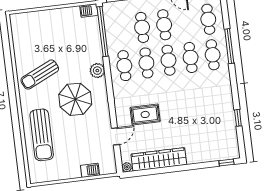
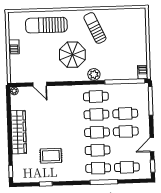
rug: (145, 114) -> (51, 156), moved, turned 90
wardrobe: (159, 159) -> (19, 132), moved
barbecue: (90, 170) -> (14, 47), moved

